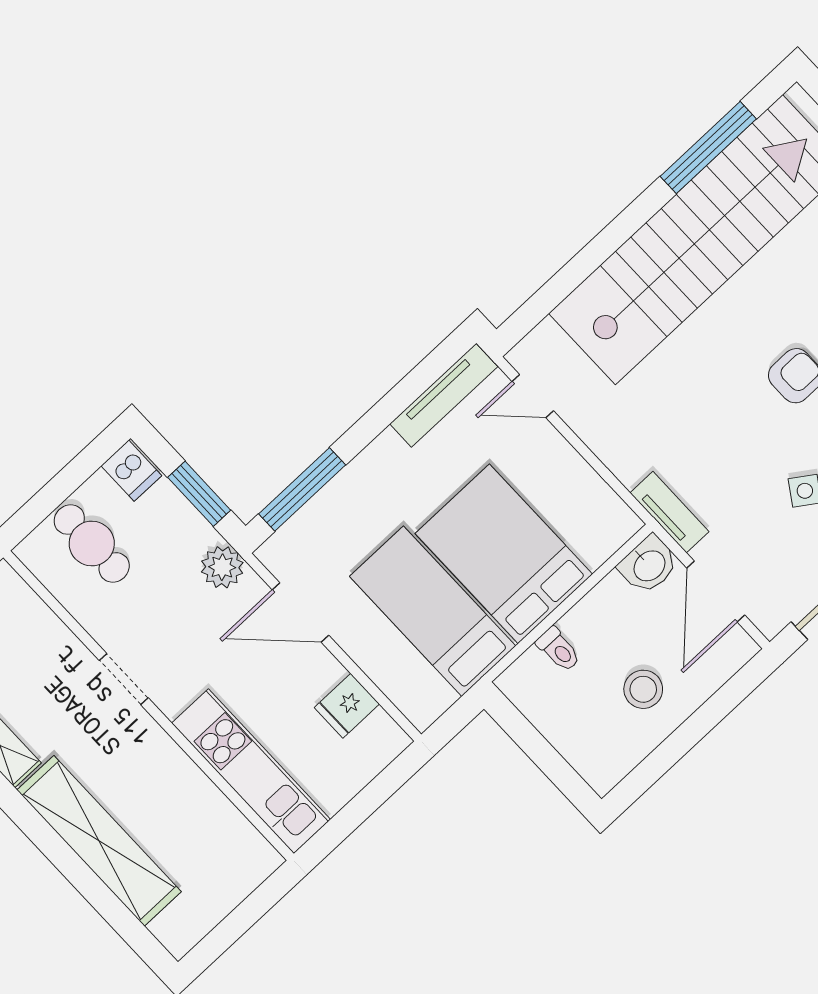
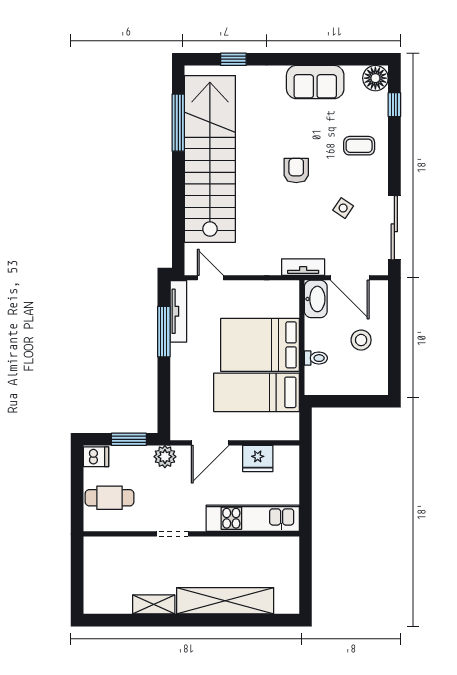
door: (533, 396) -> (210, 278), swing flipped
window: (302, 489) -> (164, 332), moved
washbasin: (649, 565) -> (316, 299), width x1.38
fridge: (347, 706) -> (258, 459), width x1.38

